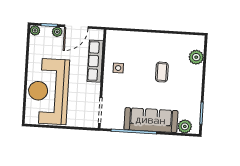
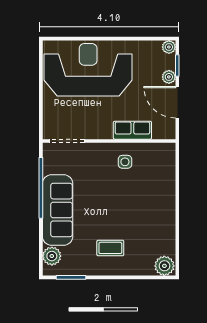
plant: (196, 57) -> (164, 266), moved
row of seats: (95, 61) -> (132, 130), width x0.68
coffee table: (162, 72) -> (110, 248), moved

